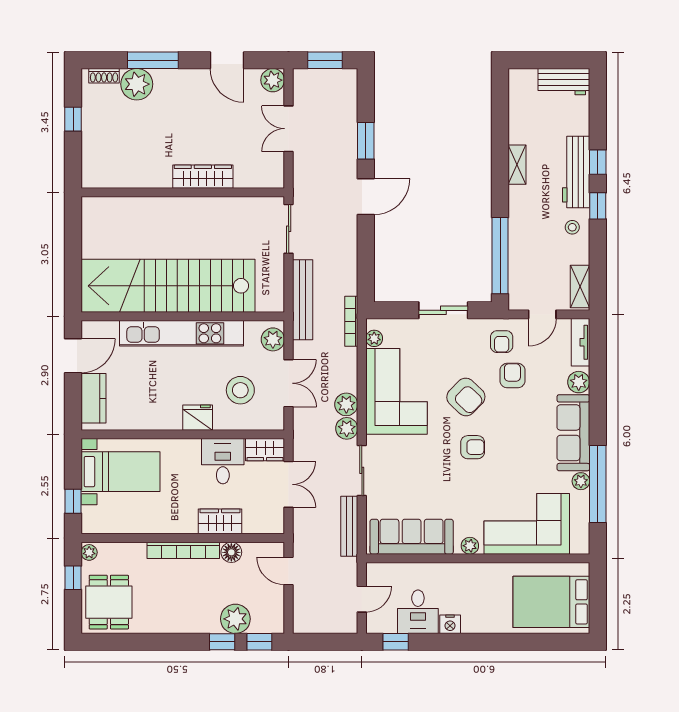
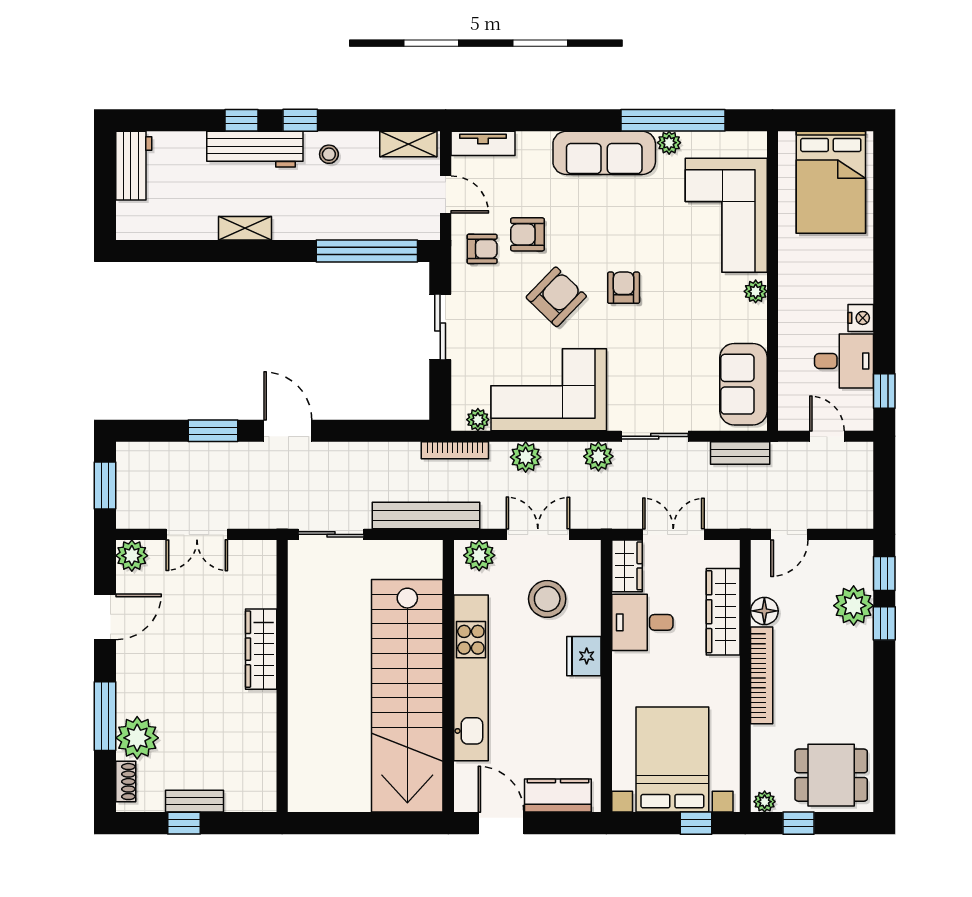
bench: (89, 127) -> (194, 801), added
plant: (579, 382) -> (536, 146), removed
plant: (346, 404) -> (526, 457), moved
bed with nightstands: (120, 472) -> (672, 760), width x1.36
wardrobe: (220, 521) -> (723, 612), width x1.50
bench: (349, 526) -> (740, 453), width x0.73
sofa: (412, 537) -> (743, 384), width x0.73

